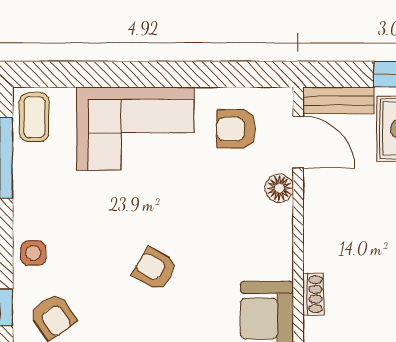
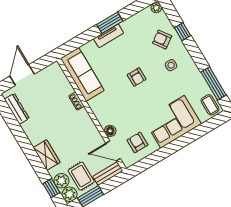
armchair: (236, 129) -> (137, 142), turned -90
side table: (33, 253) -> (171, 65), moved
armchair: (155, 269) -> (137, 77), turned 61

